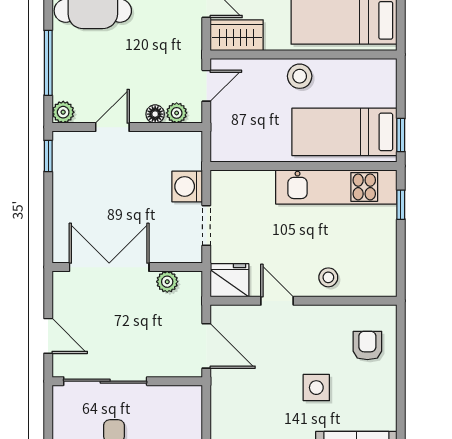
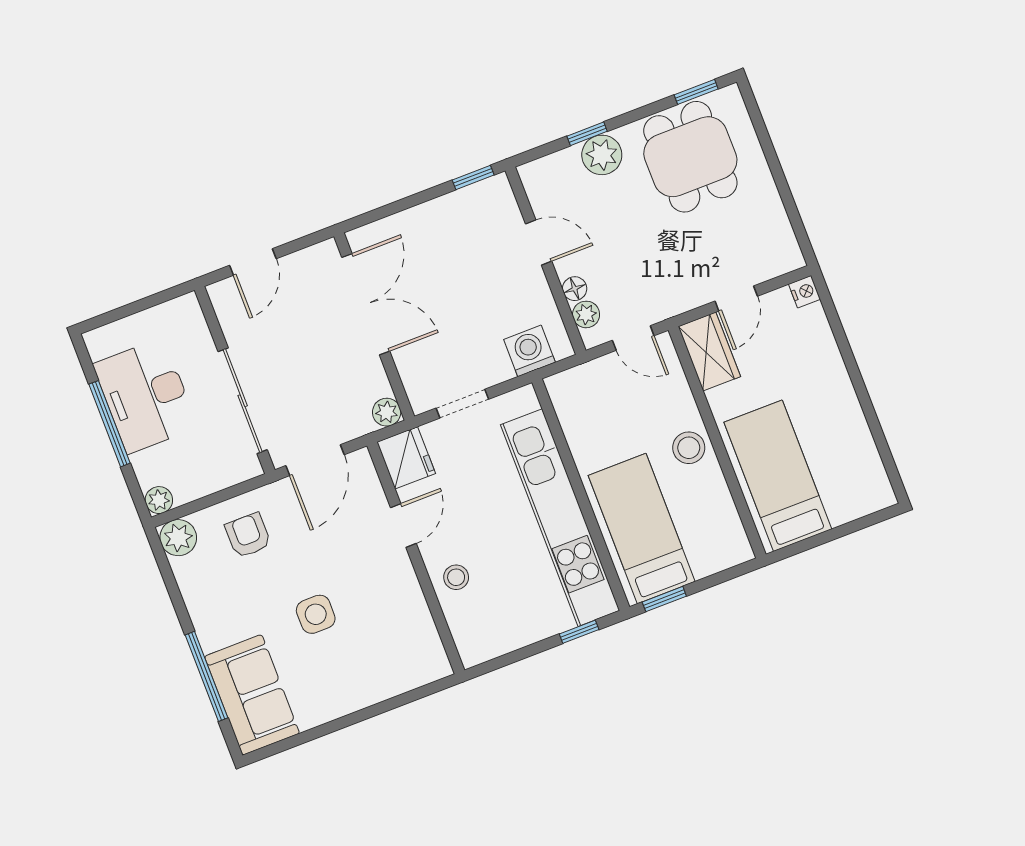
window: (48, 63) -> (587, 134), width x0.46
plant: (63, 112) -> (602, 155), moved, width x1.38, depth x1.38
washing machine: (187, 186) -> (530, 351), moved
kitchen unit: (336, 187) -> (560, 518), width x1.36
plant: (167, 282) -> (387, 412), moved
armchair: (367, 346) -> (248, 535), moved, turned -90
sliding door: (105, 381) -> (243, 401), moved

